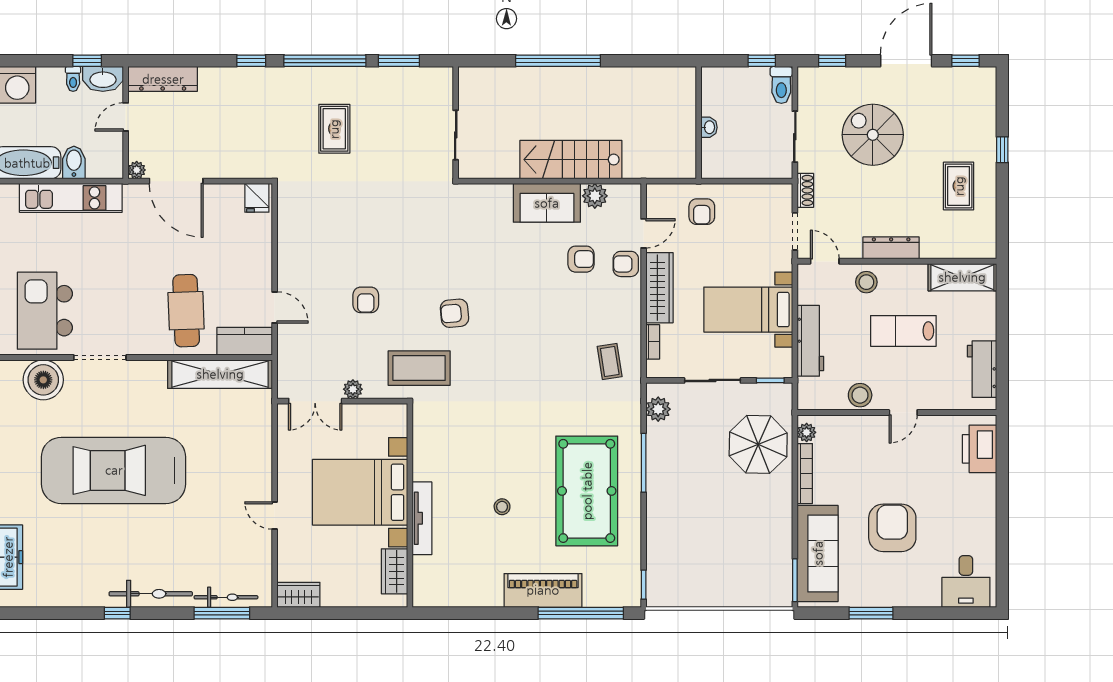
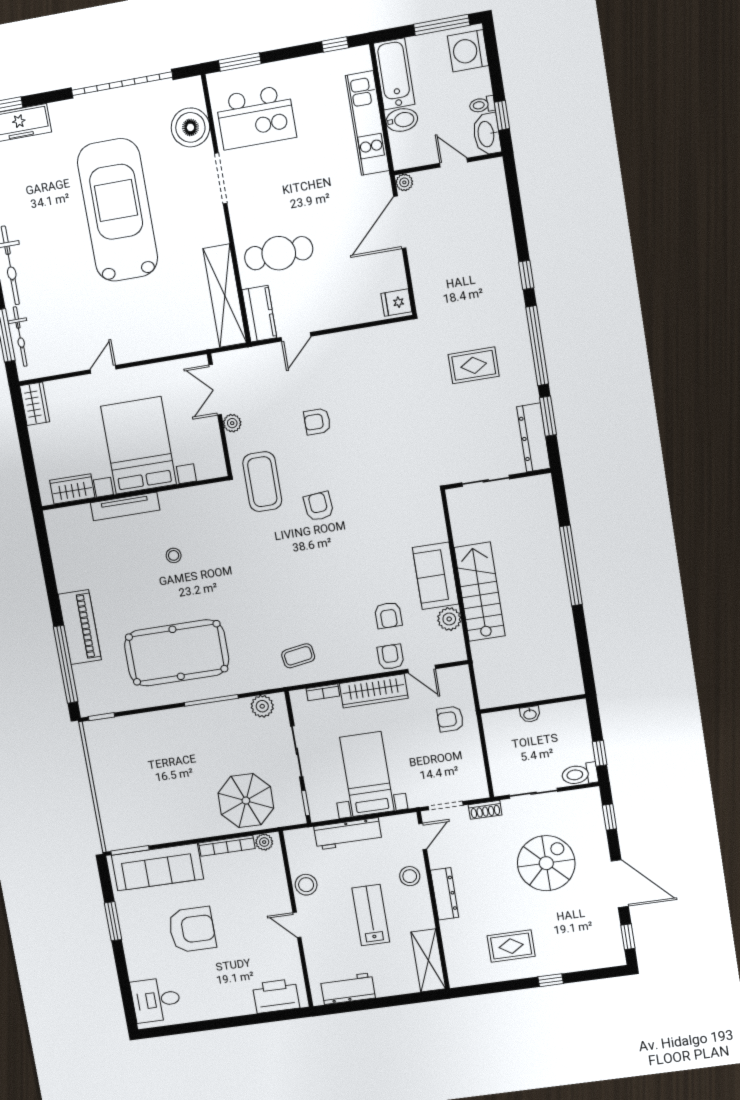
dresser: (163, 79) -> (534, 437), moved
kitchen island: (45, 311) -> (256, 117), turned 180
stool: (502, 507) -> (174, 555), moved

